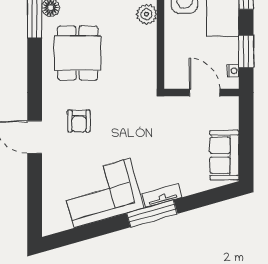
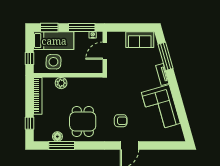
window: (246, 51) -> (82, 27), width x1.44
dining table: (78, 53) -> (83, 121), turned 90
window: (152, 213) -> (165, 56), moved

